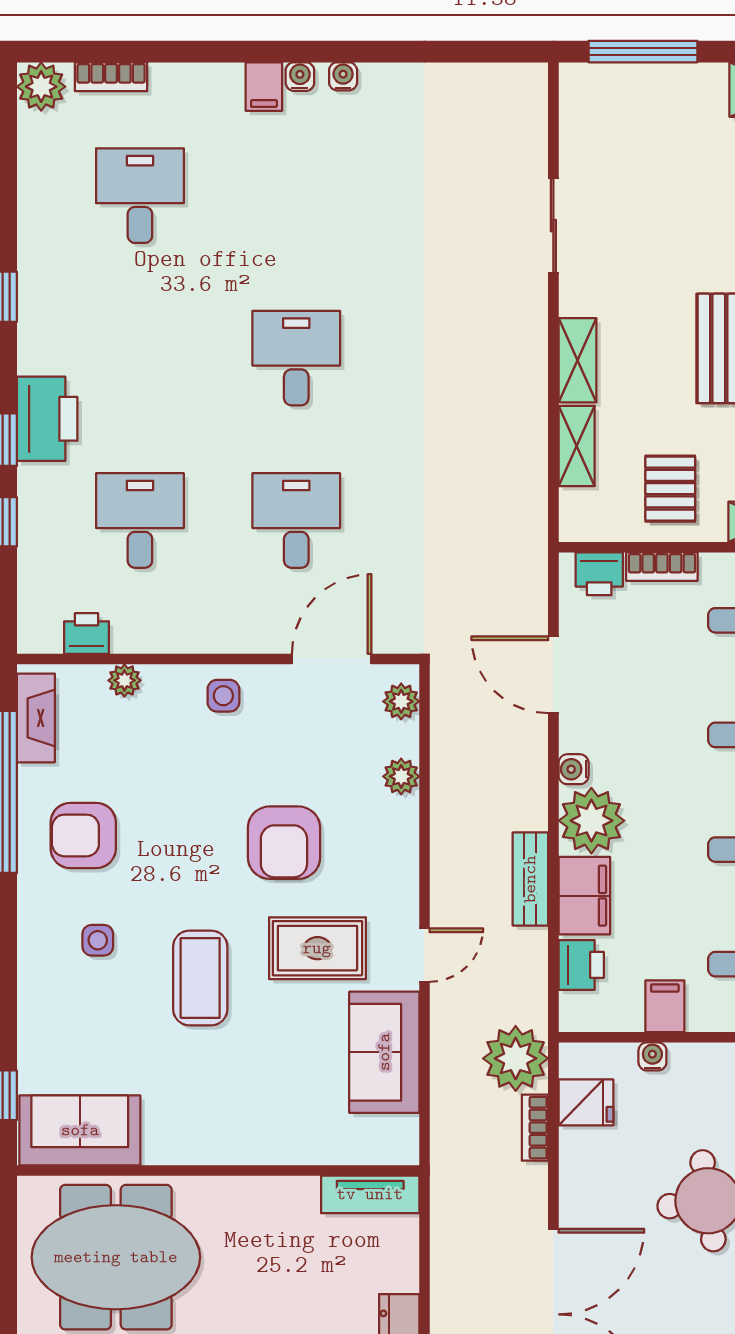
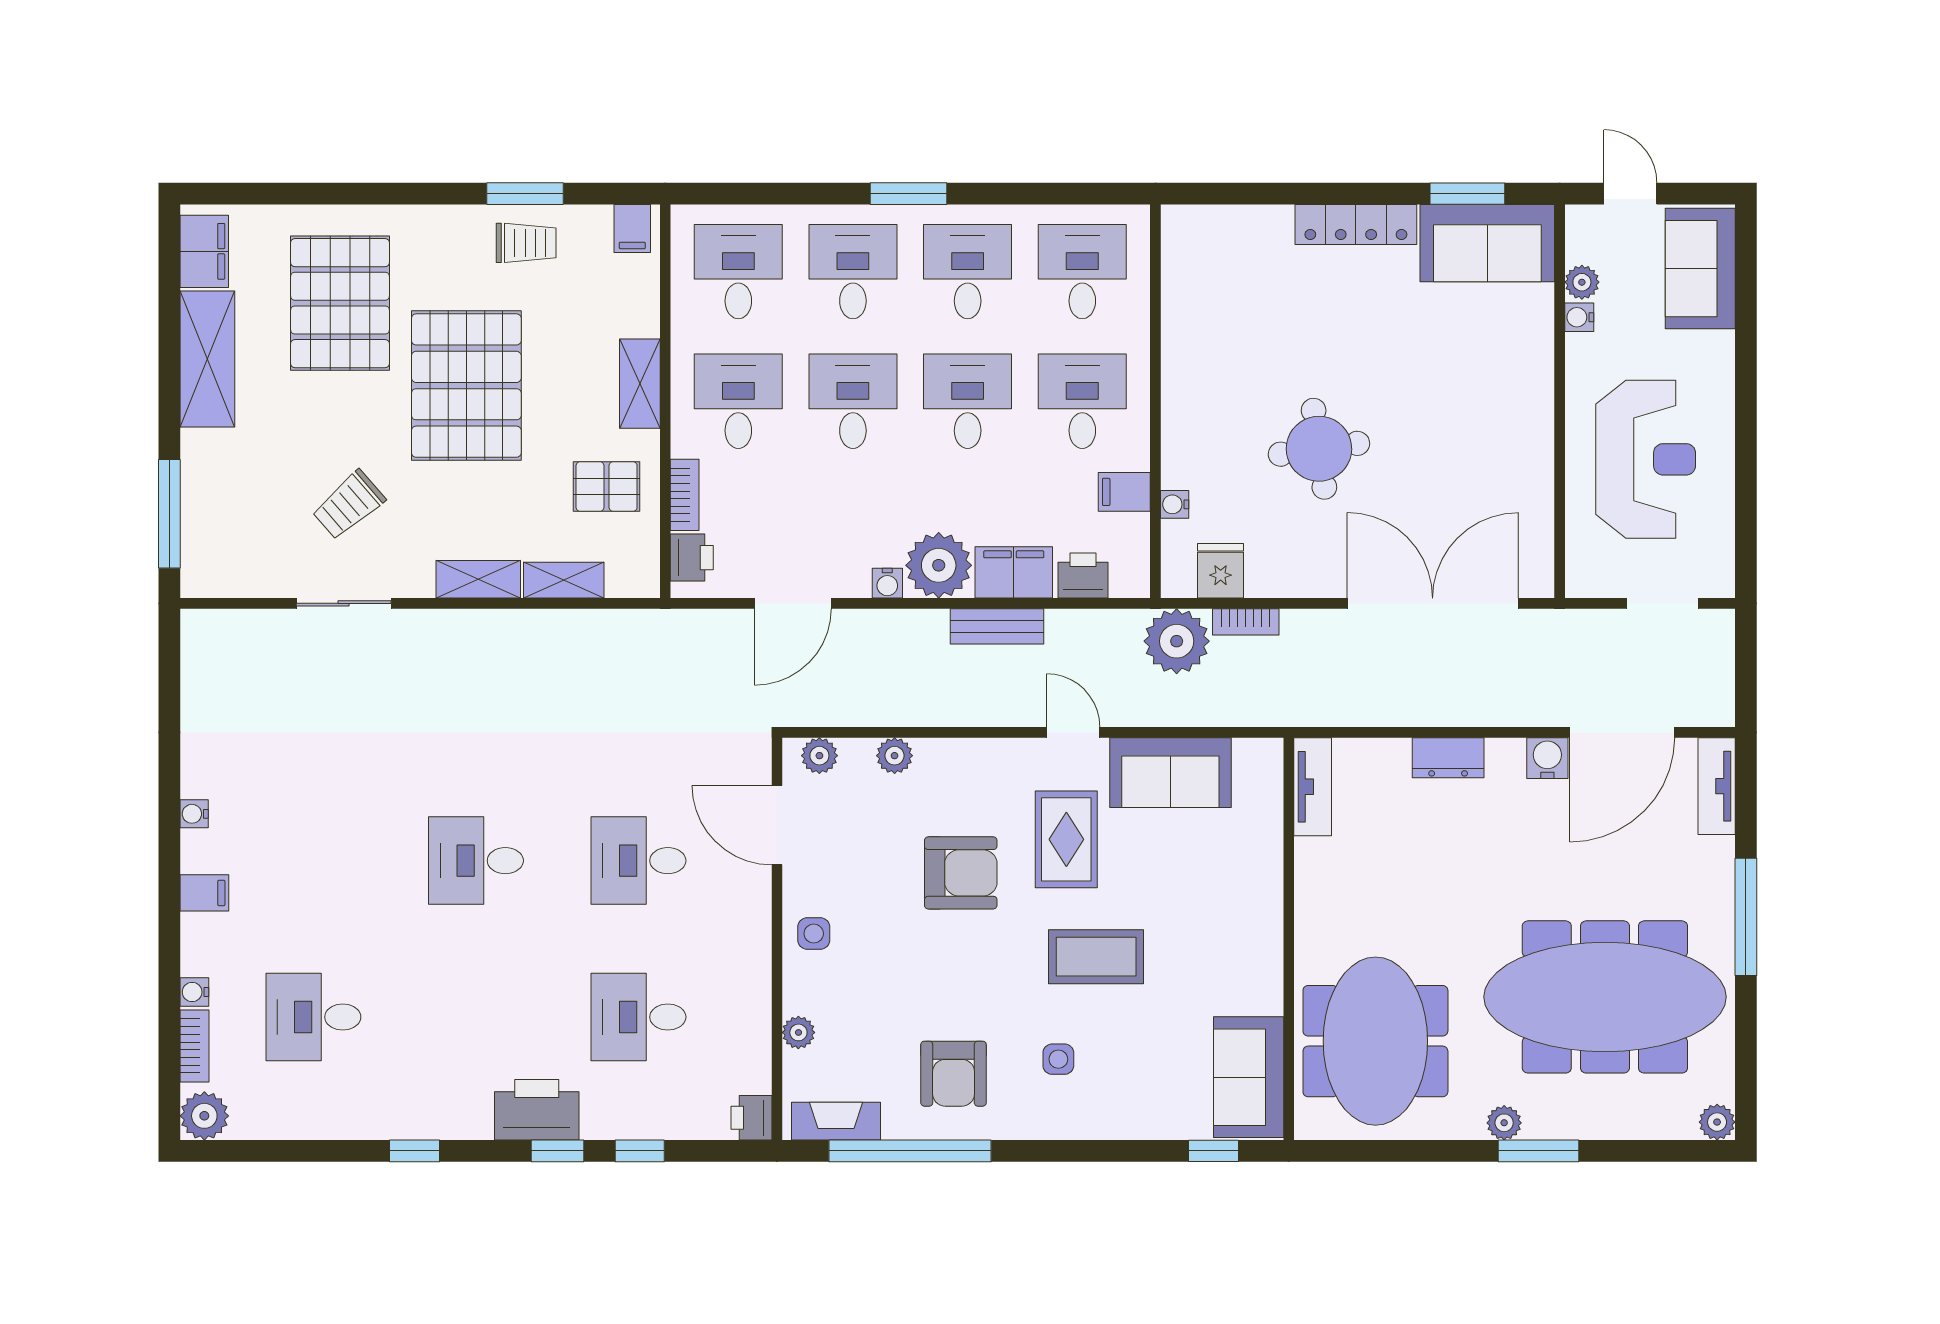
water cooler: (300, 77) -> (194, 992), moved
trolley: (652, 231) -> (349, 505), added
printer: (87, 633) -> (751, 1118), moved

